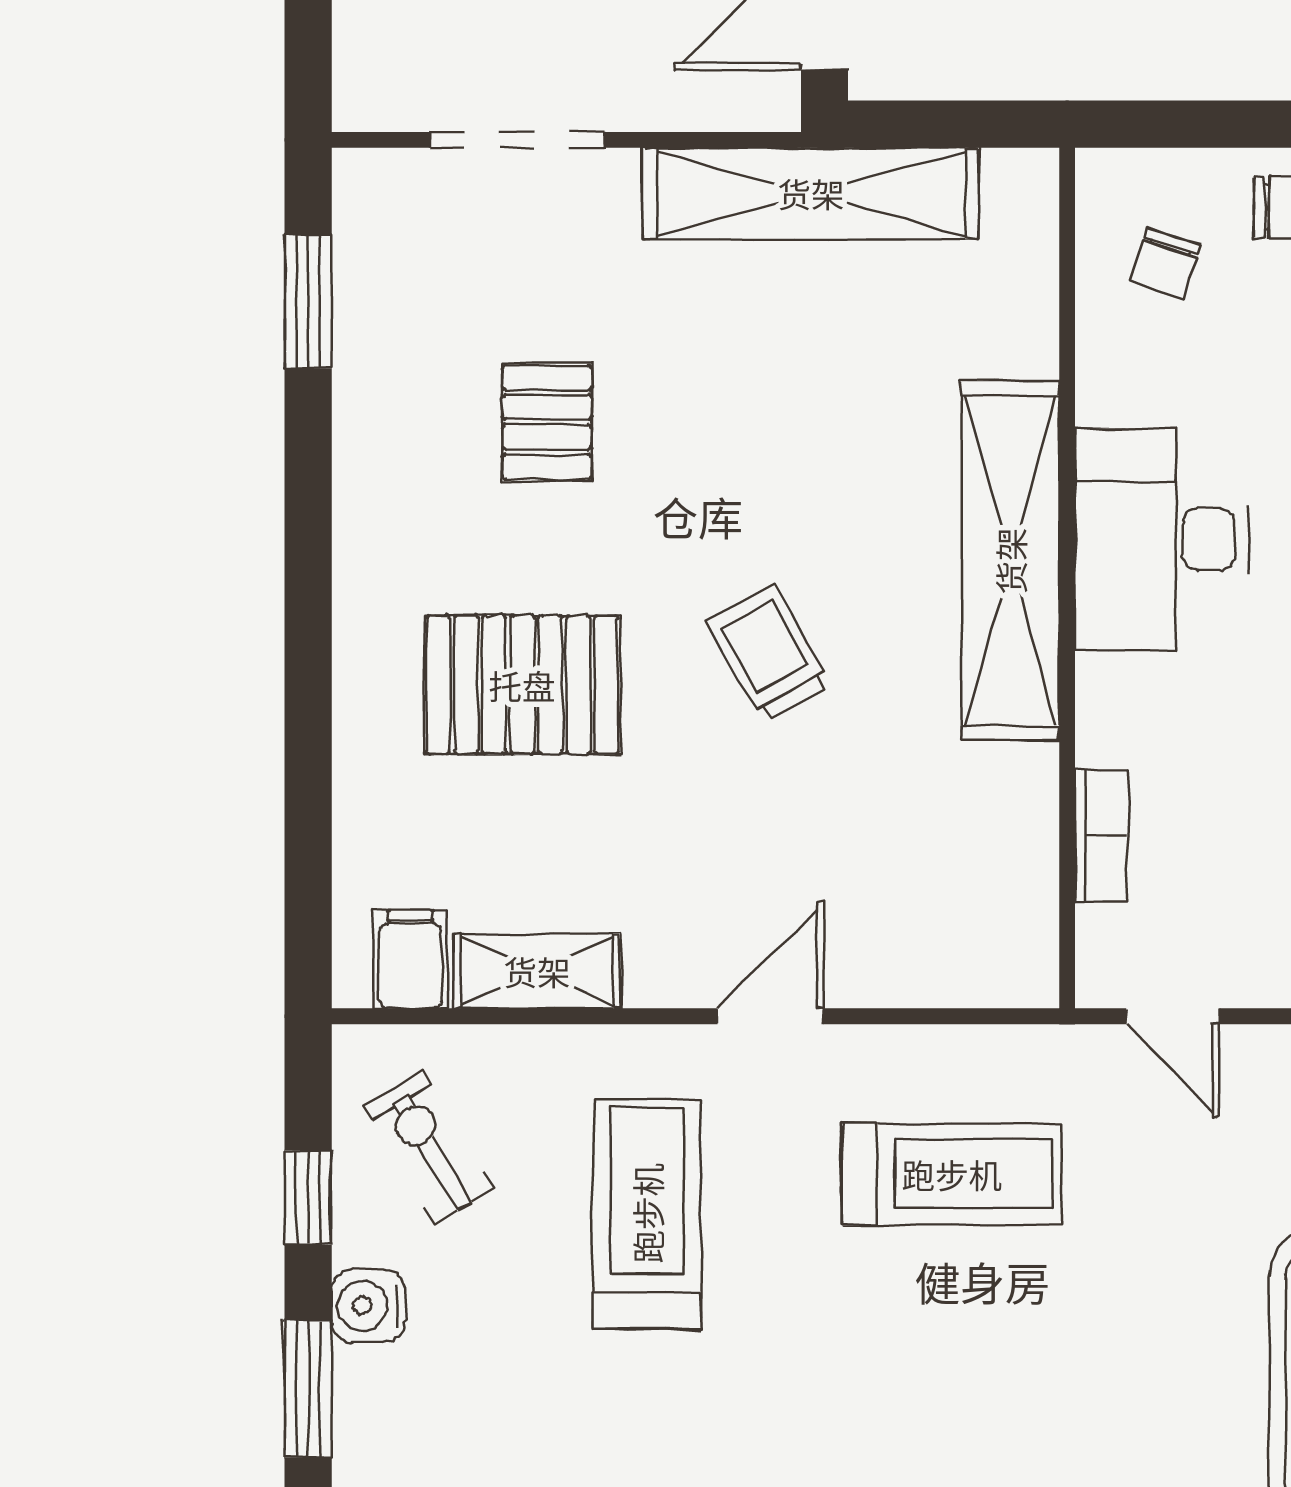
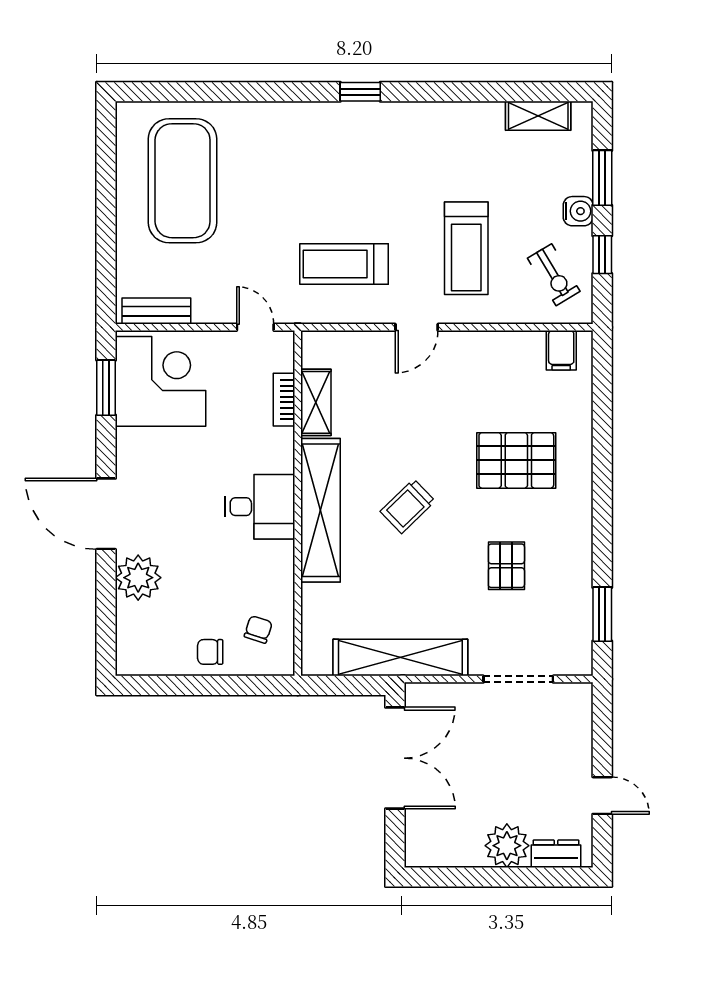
desk: (1162, 539) -> (260, 507), width x0.73
trolley: (769, 654) -> (408, 506), moved, turned 75
shelving: (537, 971) -> (316, 402), moved, turned 90

